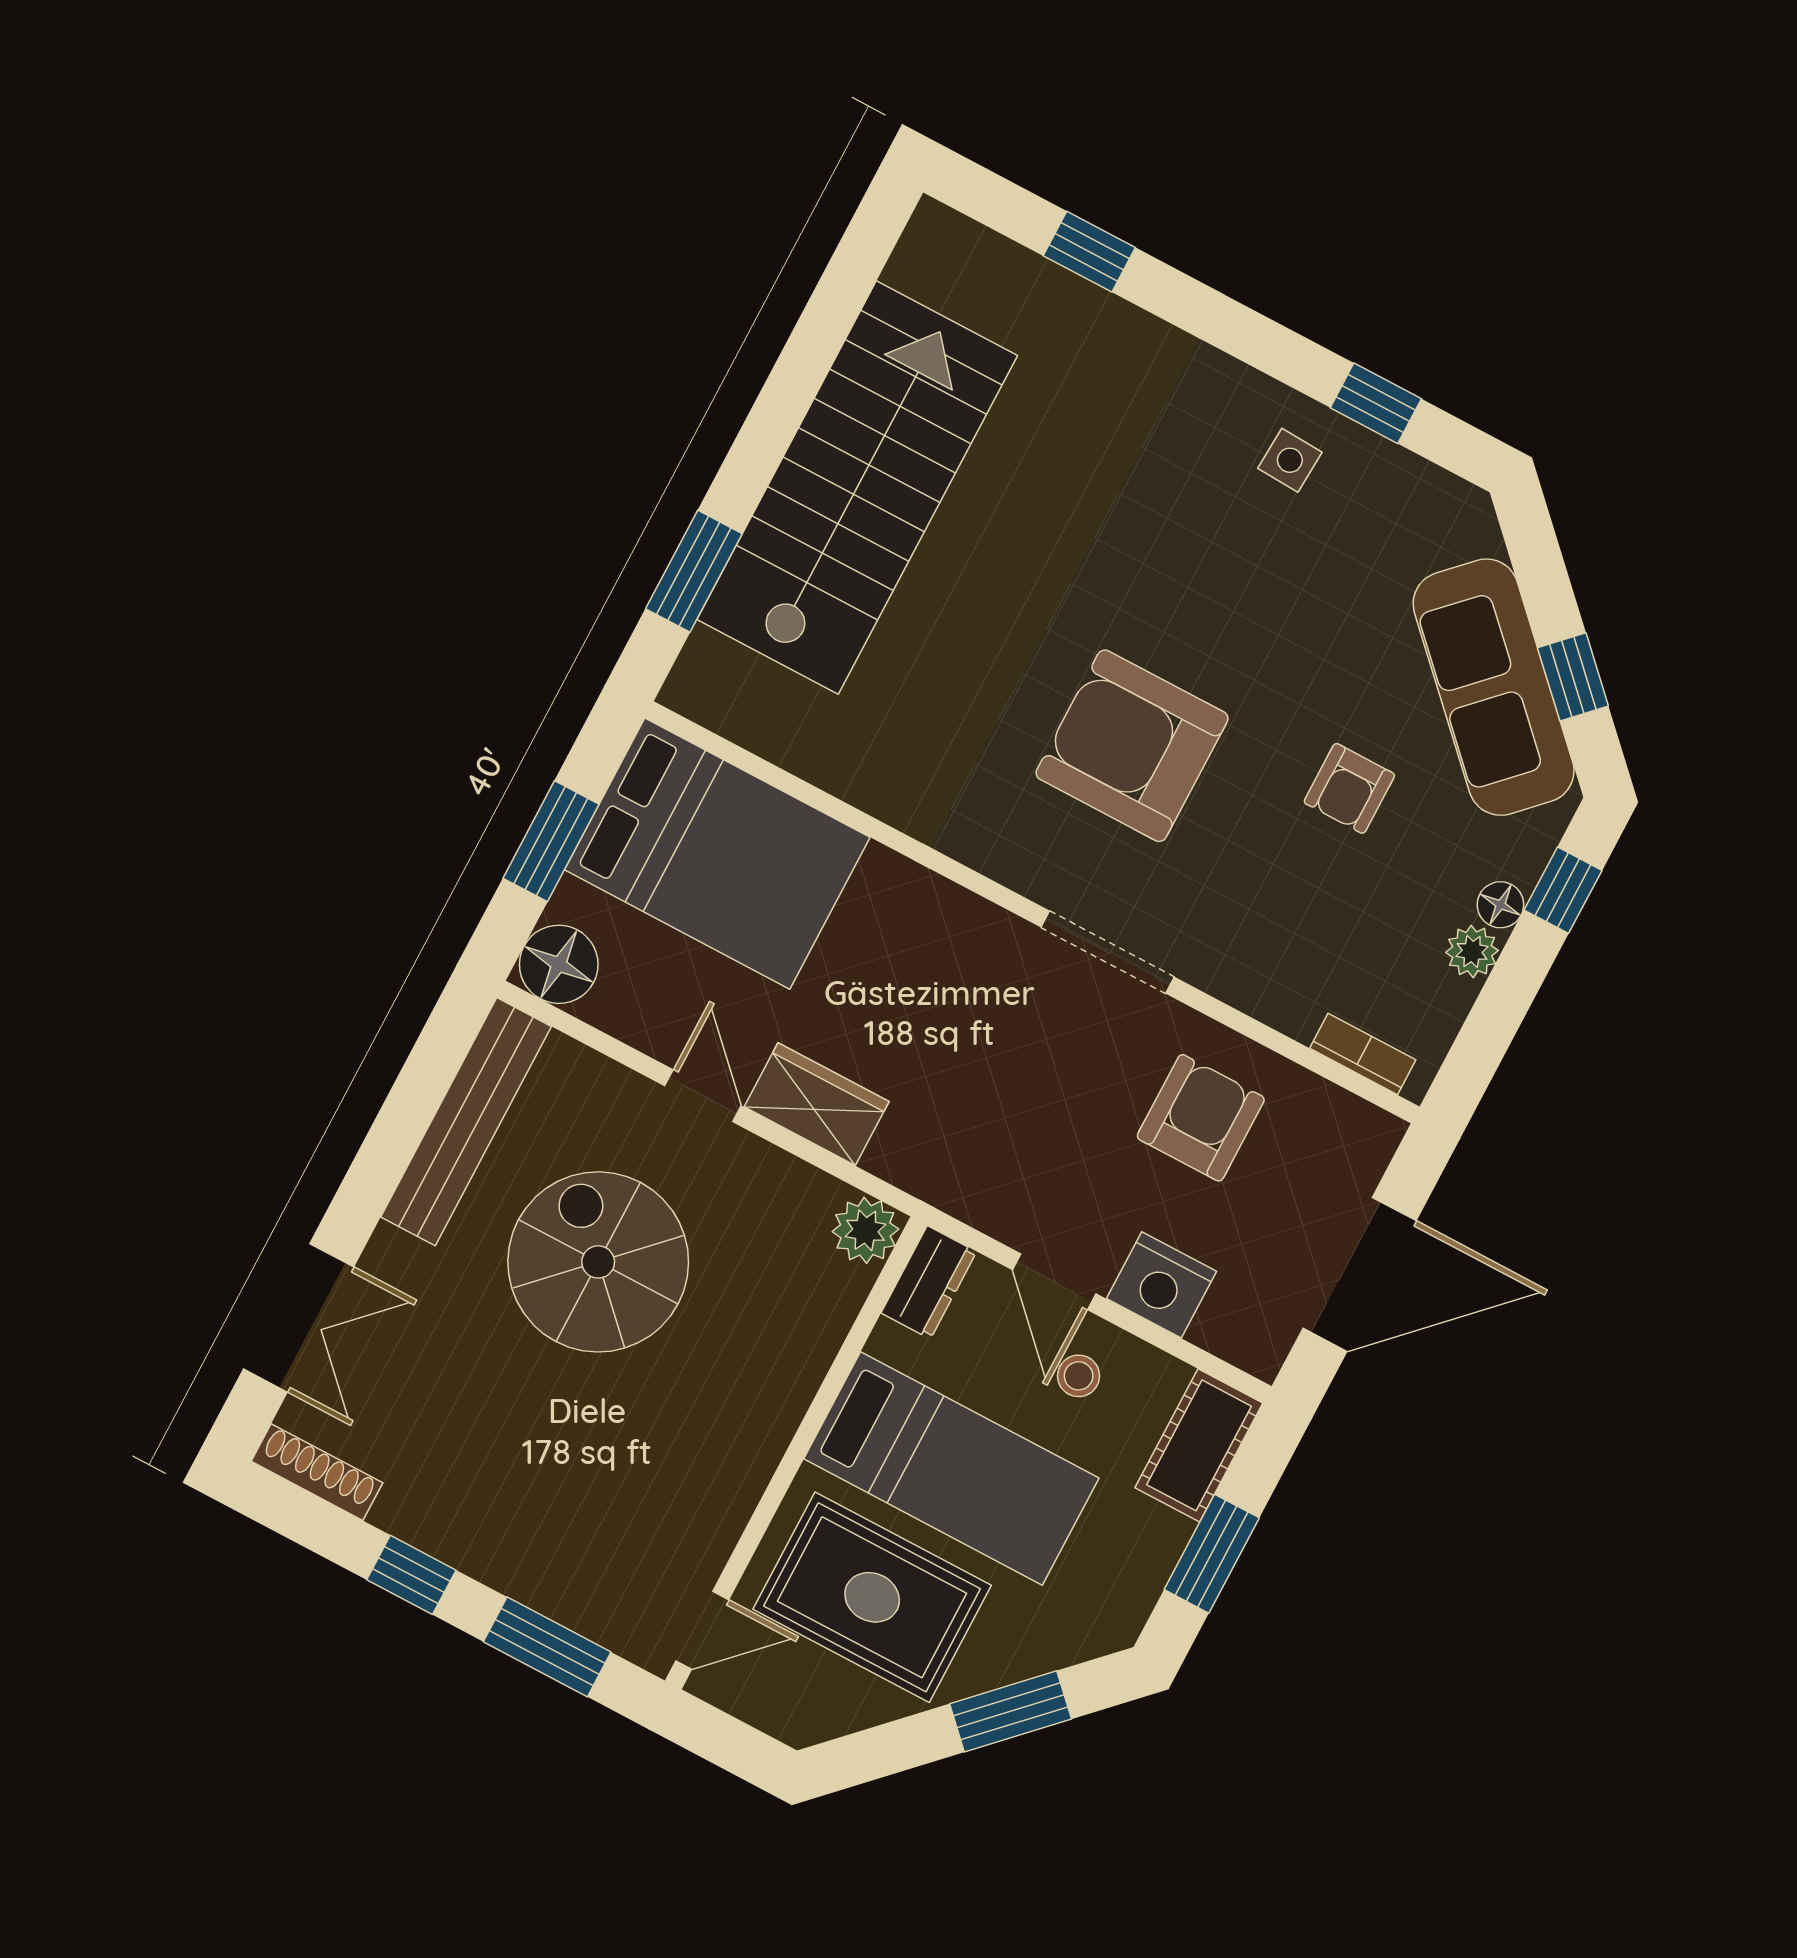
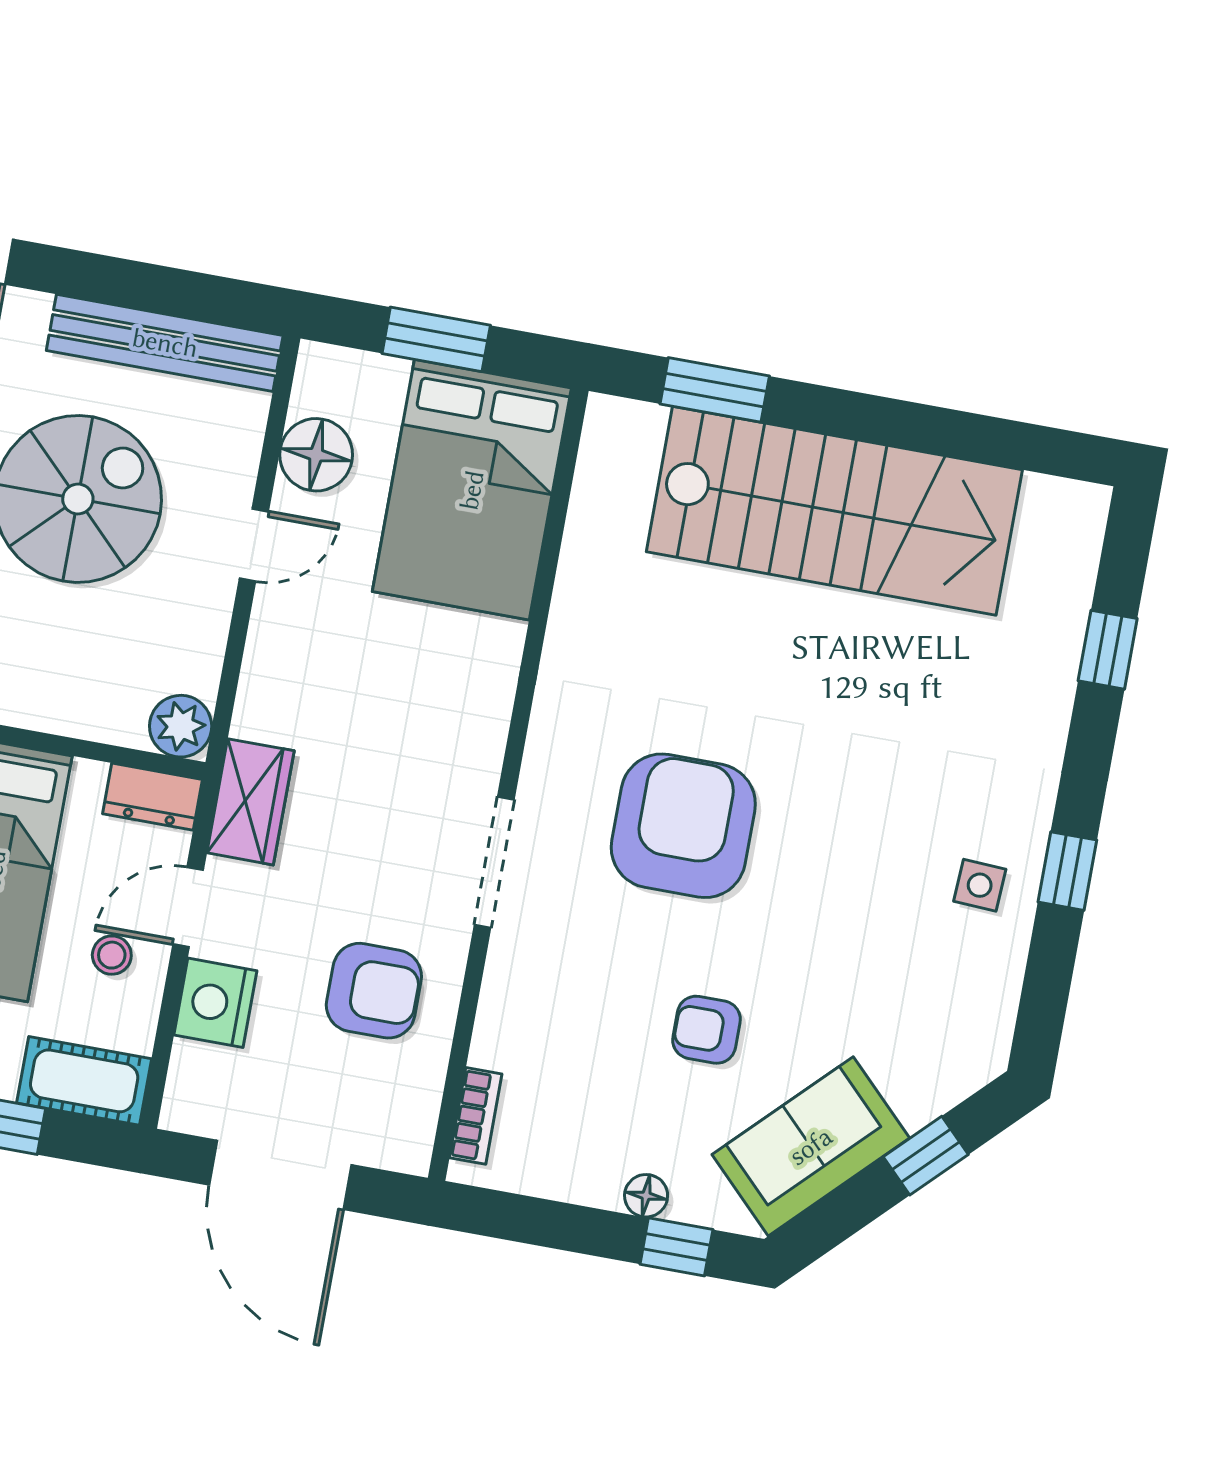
window: (1376, 403) -> (1067, 871), moved
window: (1573, 677) -> (926, 1156), moved
sofa: (1494, 687) -> (811, 1146), width x0.73
plant: (1472, 951) -> (597, 1184), removed
floor lamp: (559, 964) -> (316, 455), moved
wardrobe: (817, 1104) -> (250, 802), moved

